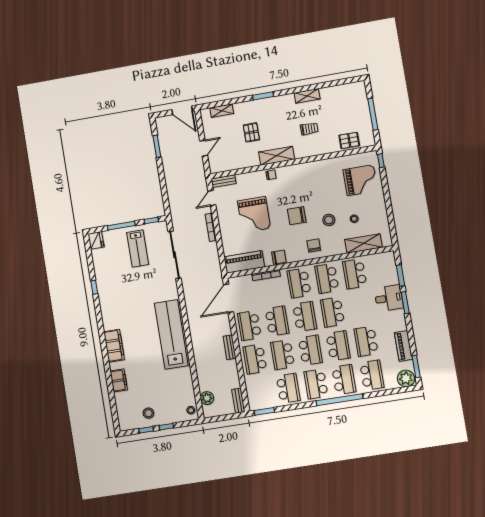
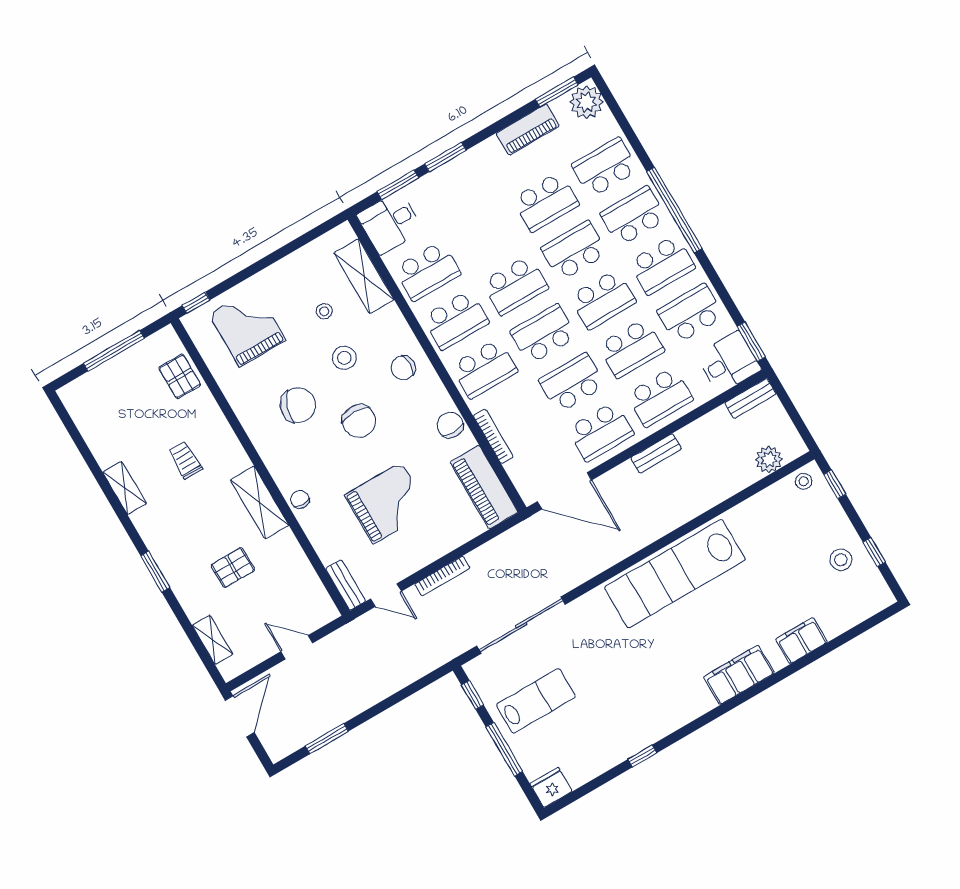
chair: (315, 190) -> (298, 405), added
desk: (389, 298) -> (390, 223), moved, turned -90
school desk: (310, 350) -> (603, 299), turned 180
desk: (259, 397) -> (729, 362), added
window: (166, 427) -> (835, 484), moved

